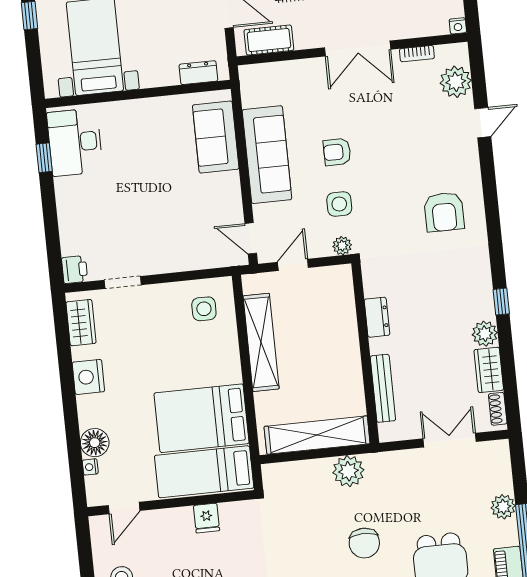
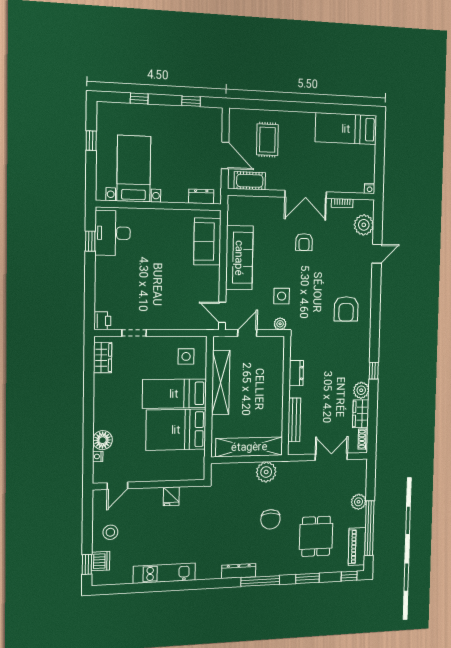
armchair: (337, 152) -> (304, 242), moved, turned -90
nightstand: (88, 377) -> (103, 395), removed
bed: (204, 472) -> (174, 394), moved

